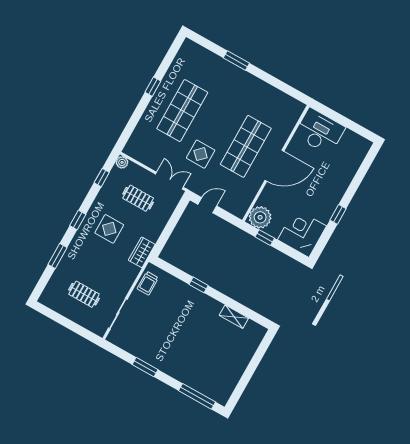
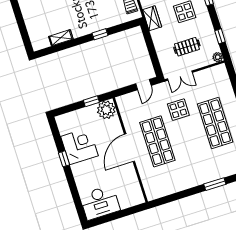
desk: (320, 131) -> (100, 202), moved
corner desk: (302, 233) -> (79, 146), moved, turned -90

